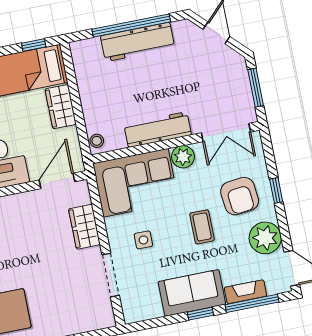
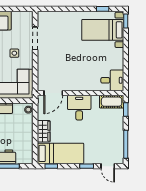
wardrobe: (84, 227) -> (44, 66), removed

